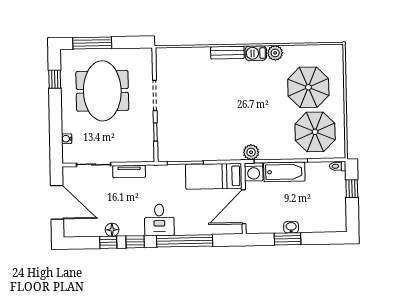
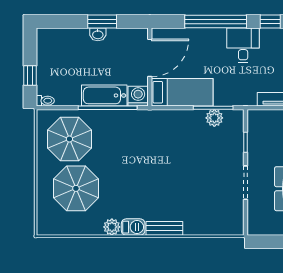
plant: (251, 152) -> (214, 118), moved

